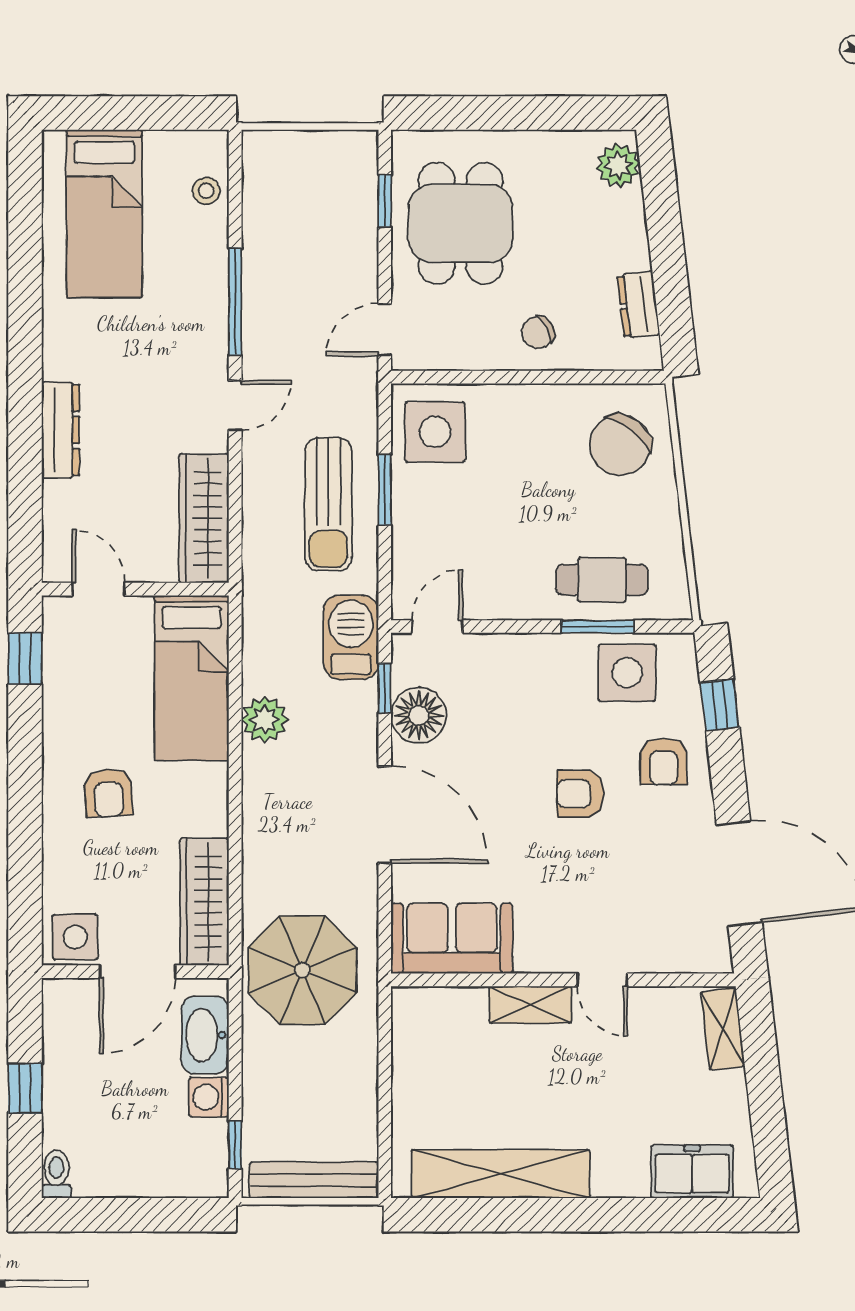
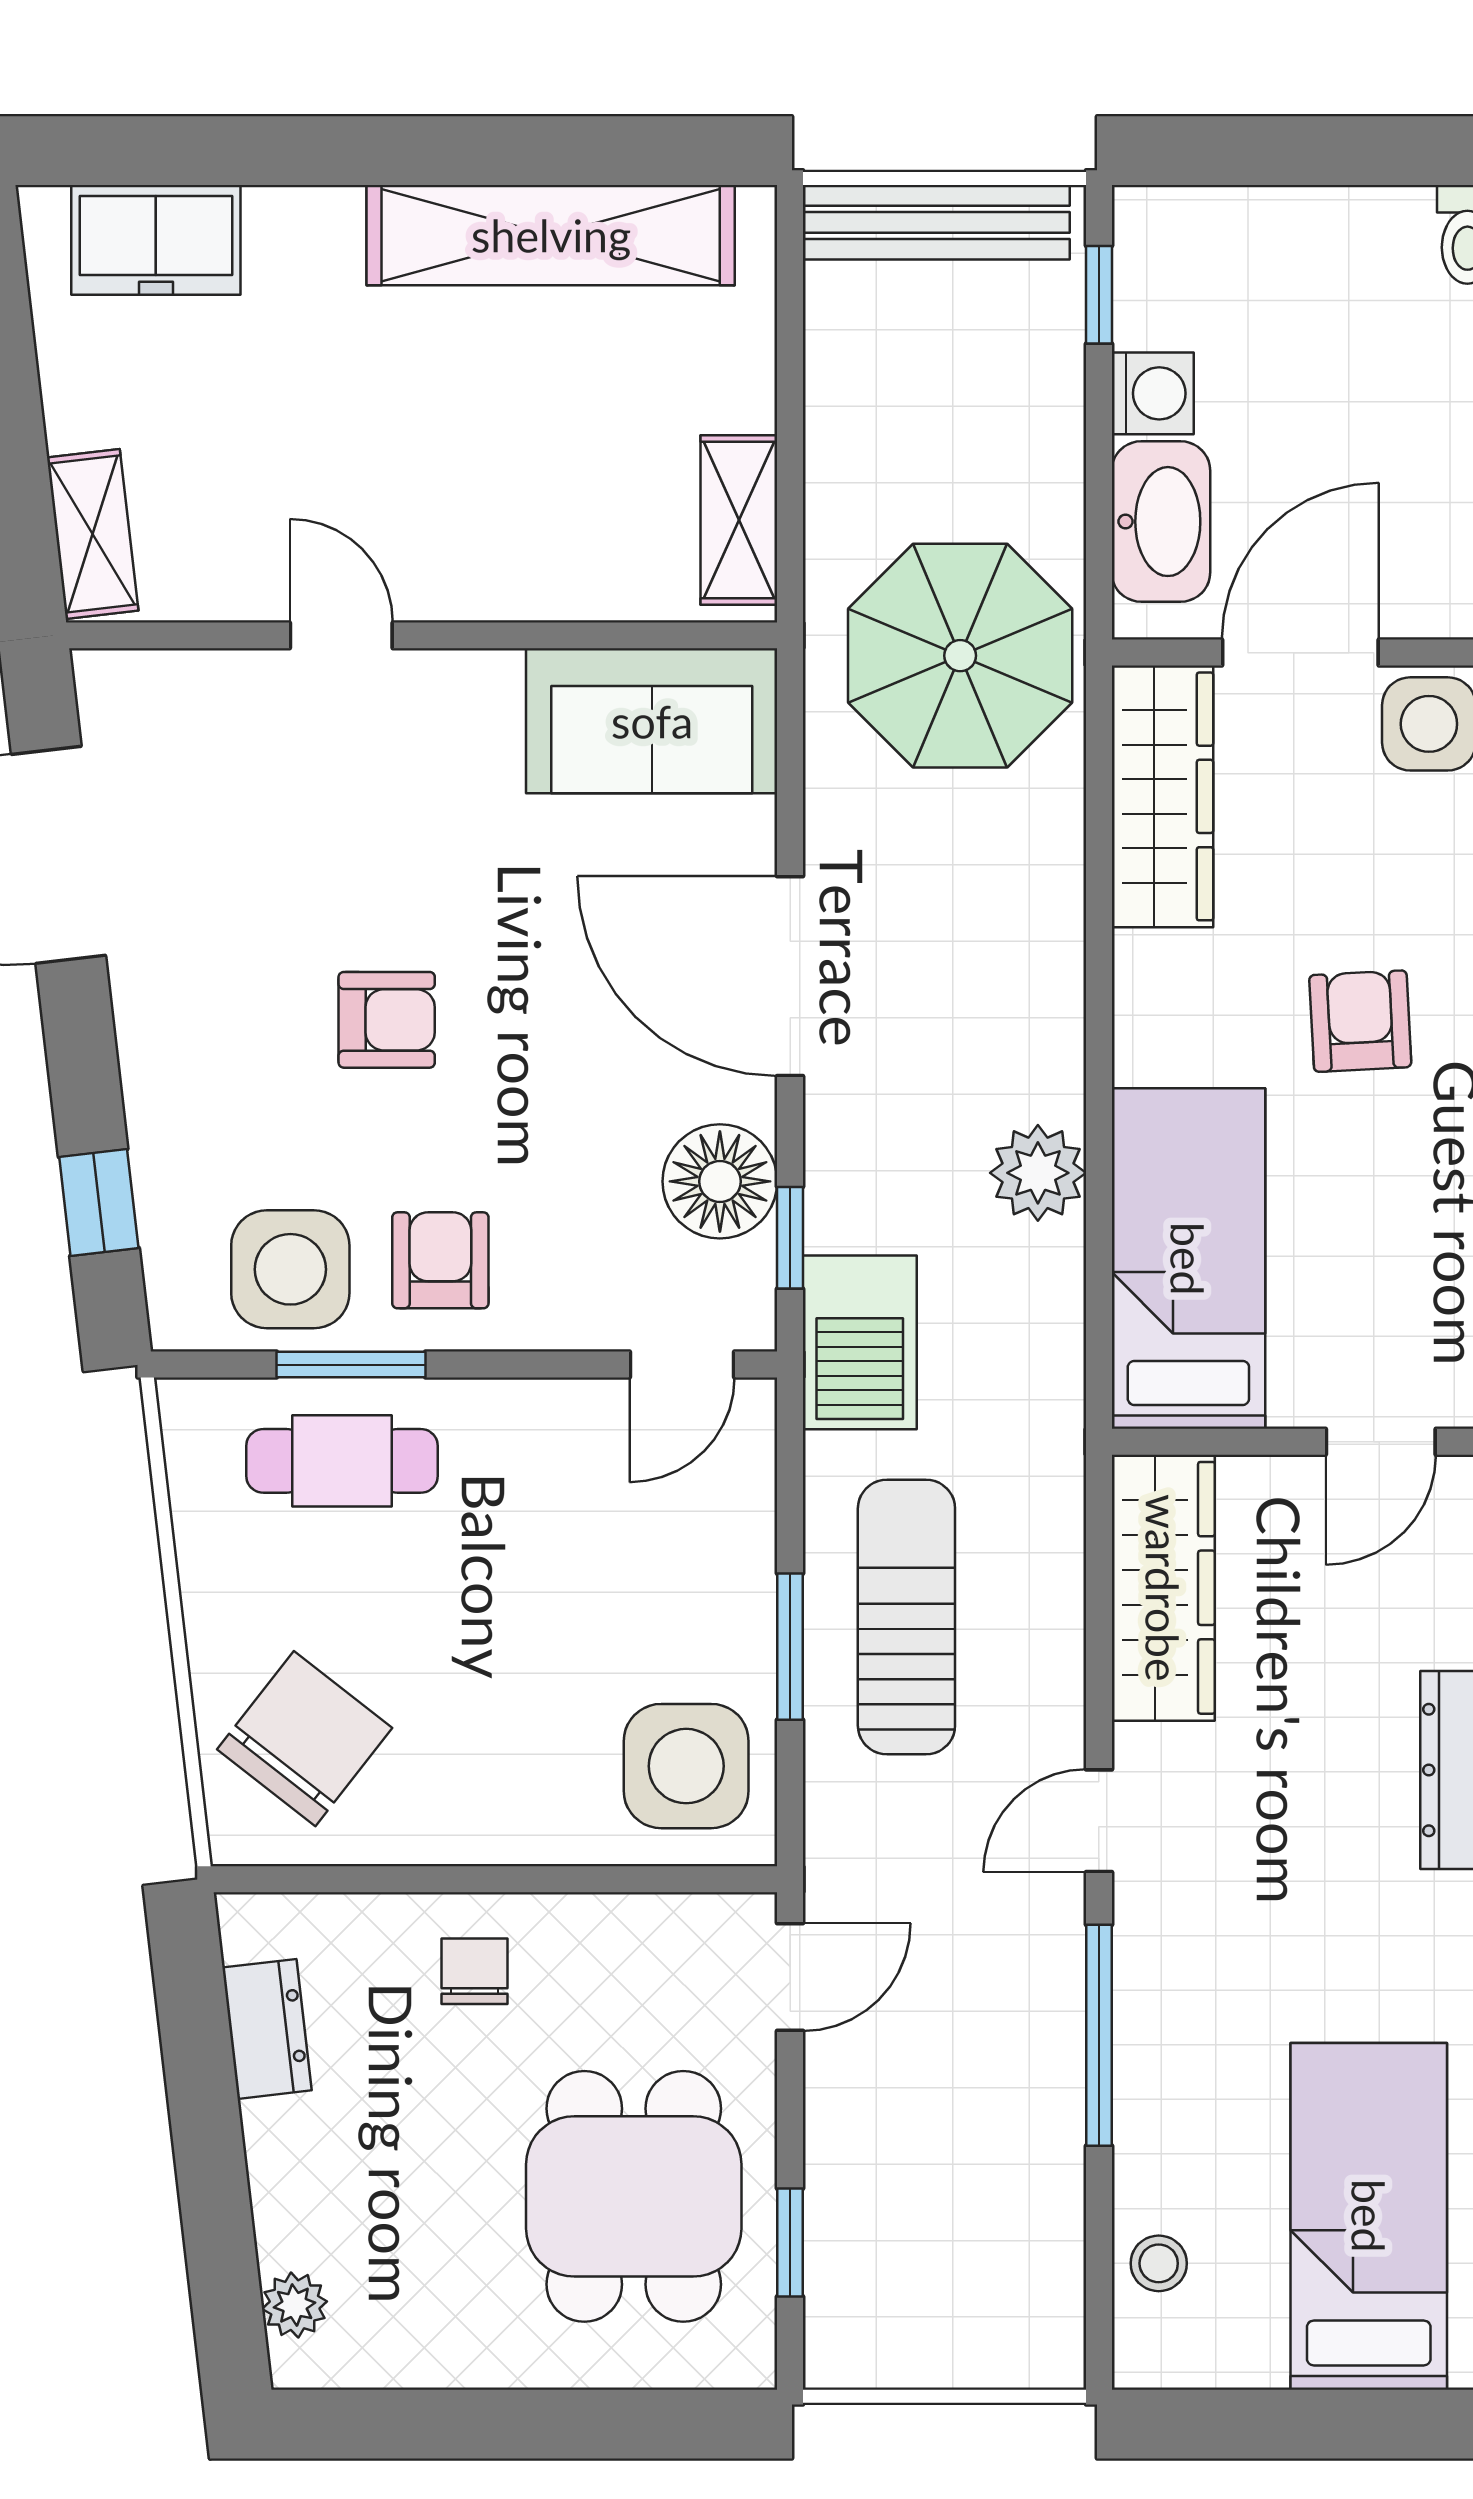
plant: (618, 165) -> (295, 2305), width x0.73, depth x0.73
chair: (538, 332) -> (474, 1971), turned -62
door: (98, 589) -> (1381, 1442), hinge flipped
armchair: (664, 761) -> (440, 1260), moved
shelving: (530, 1005) -> (739, 520), moved, turned 90

